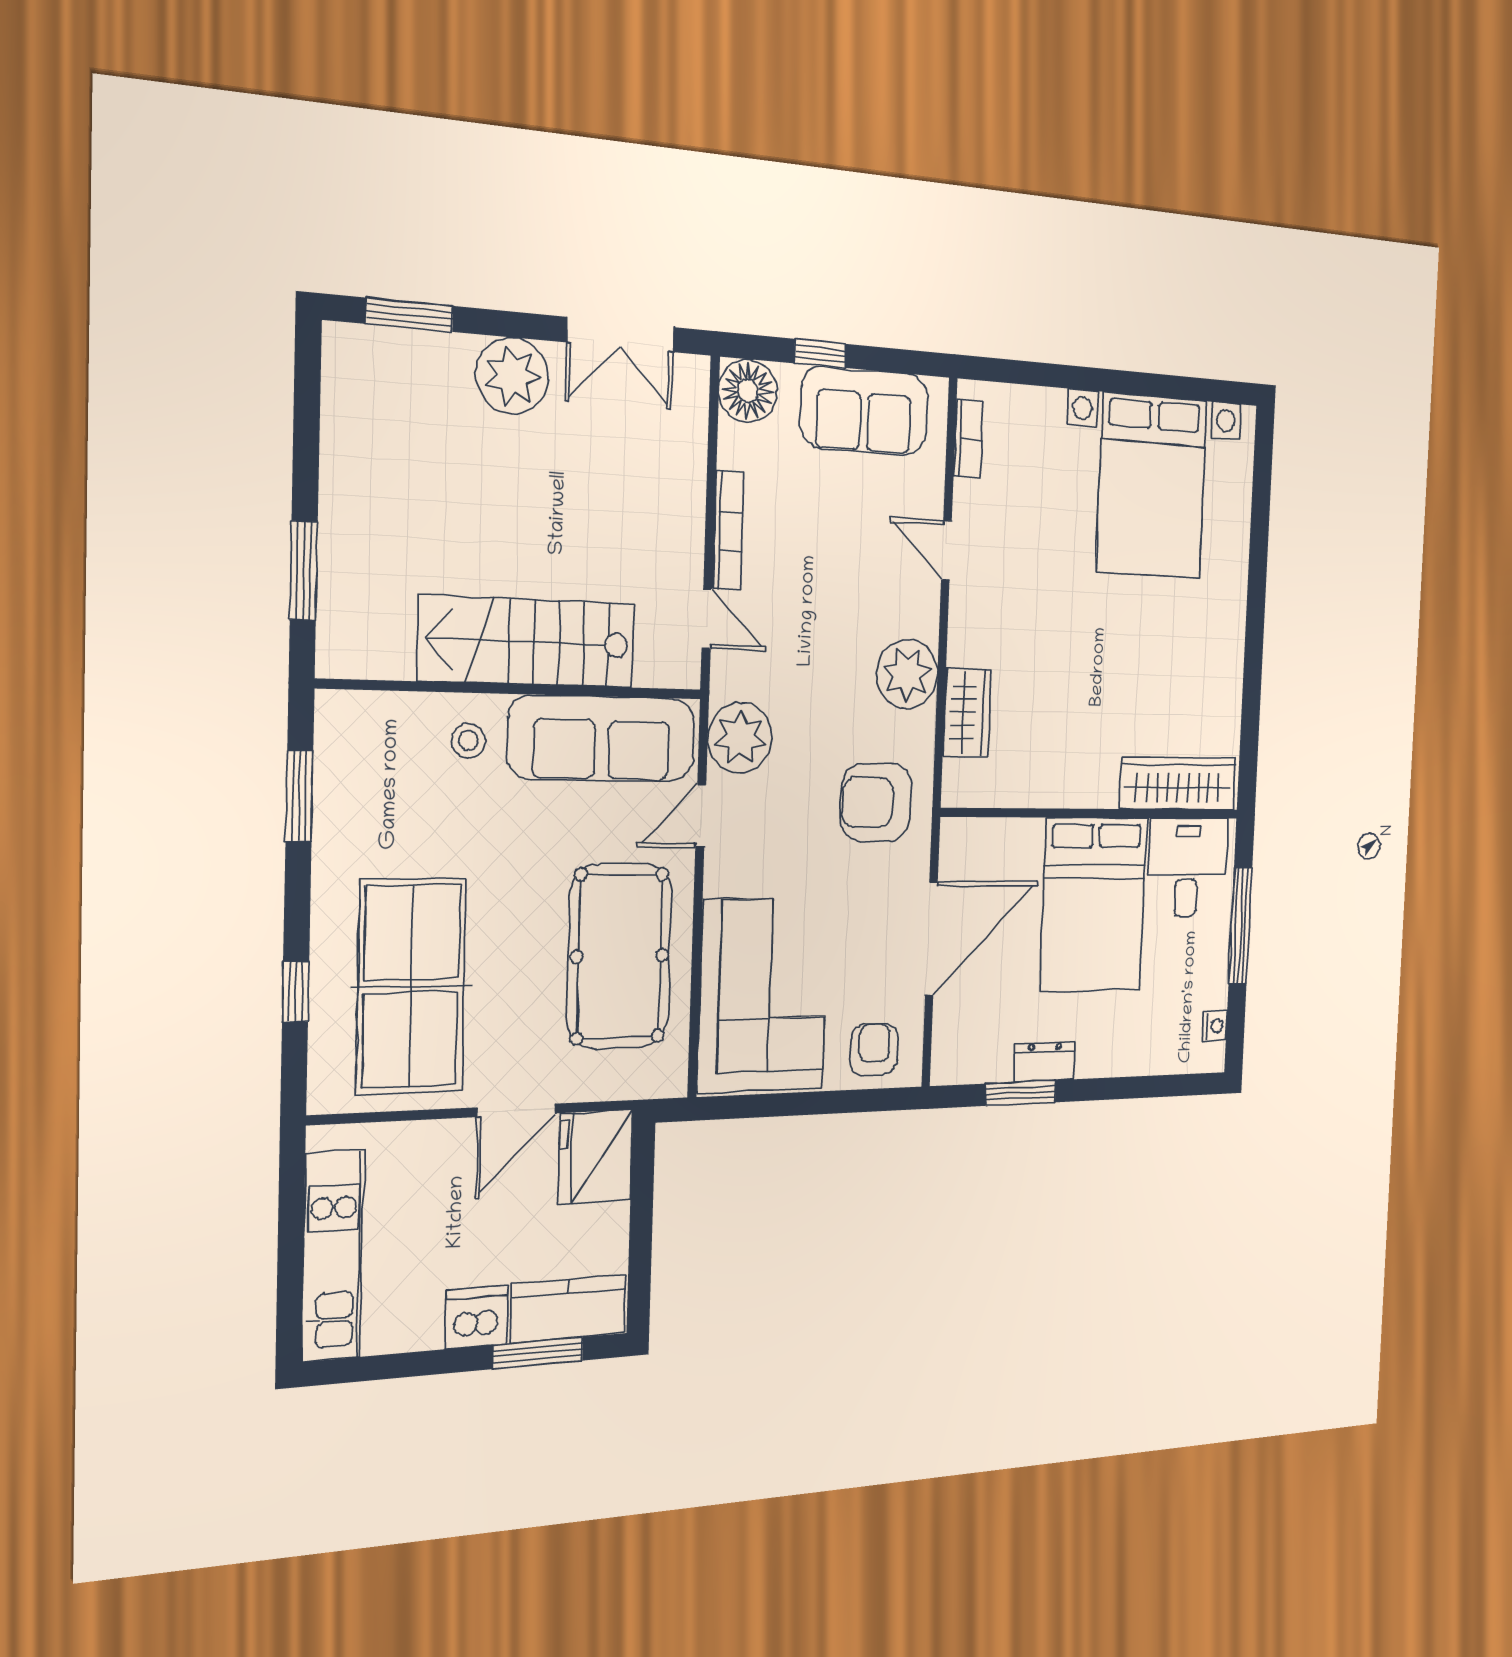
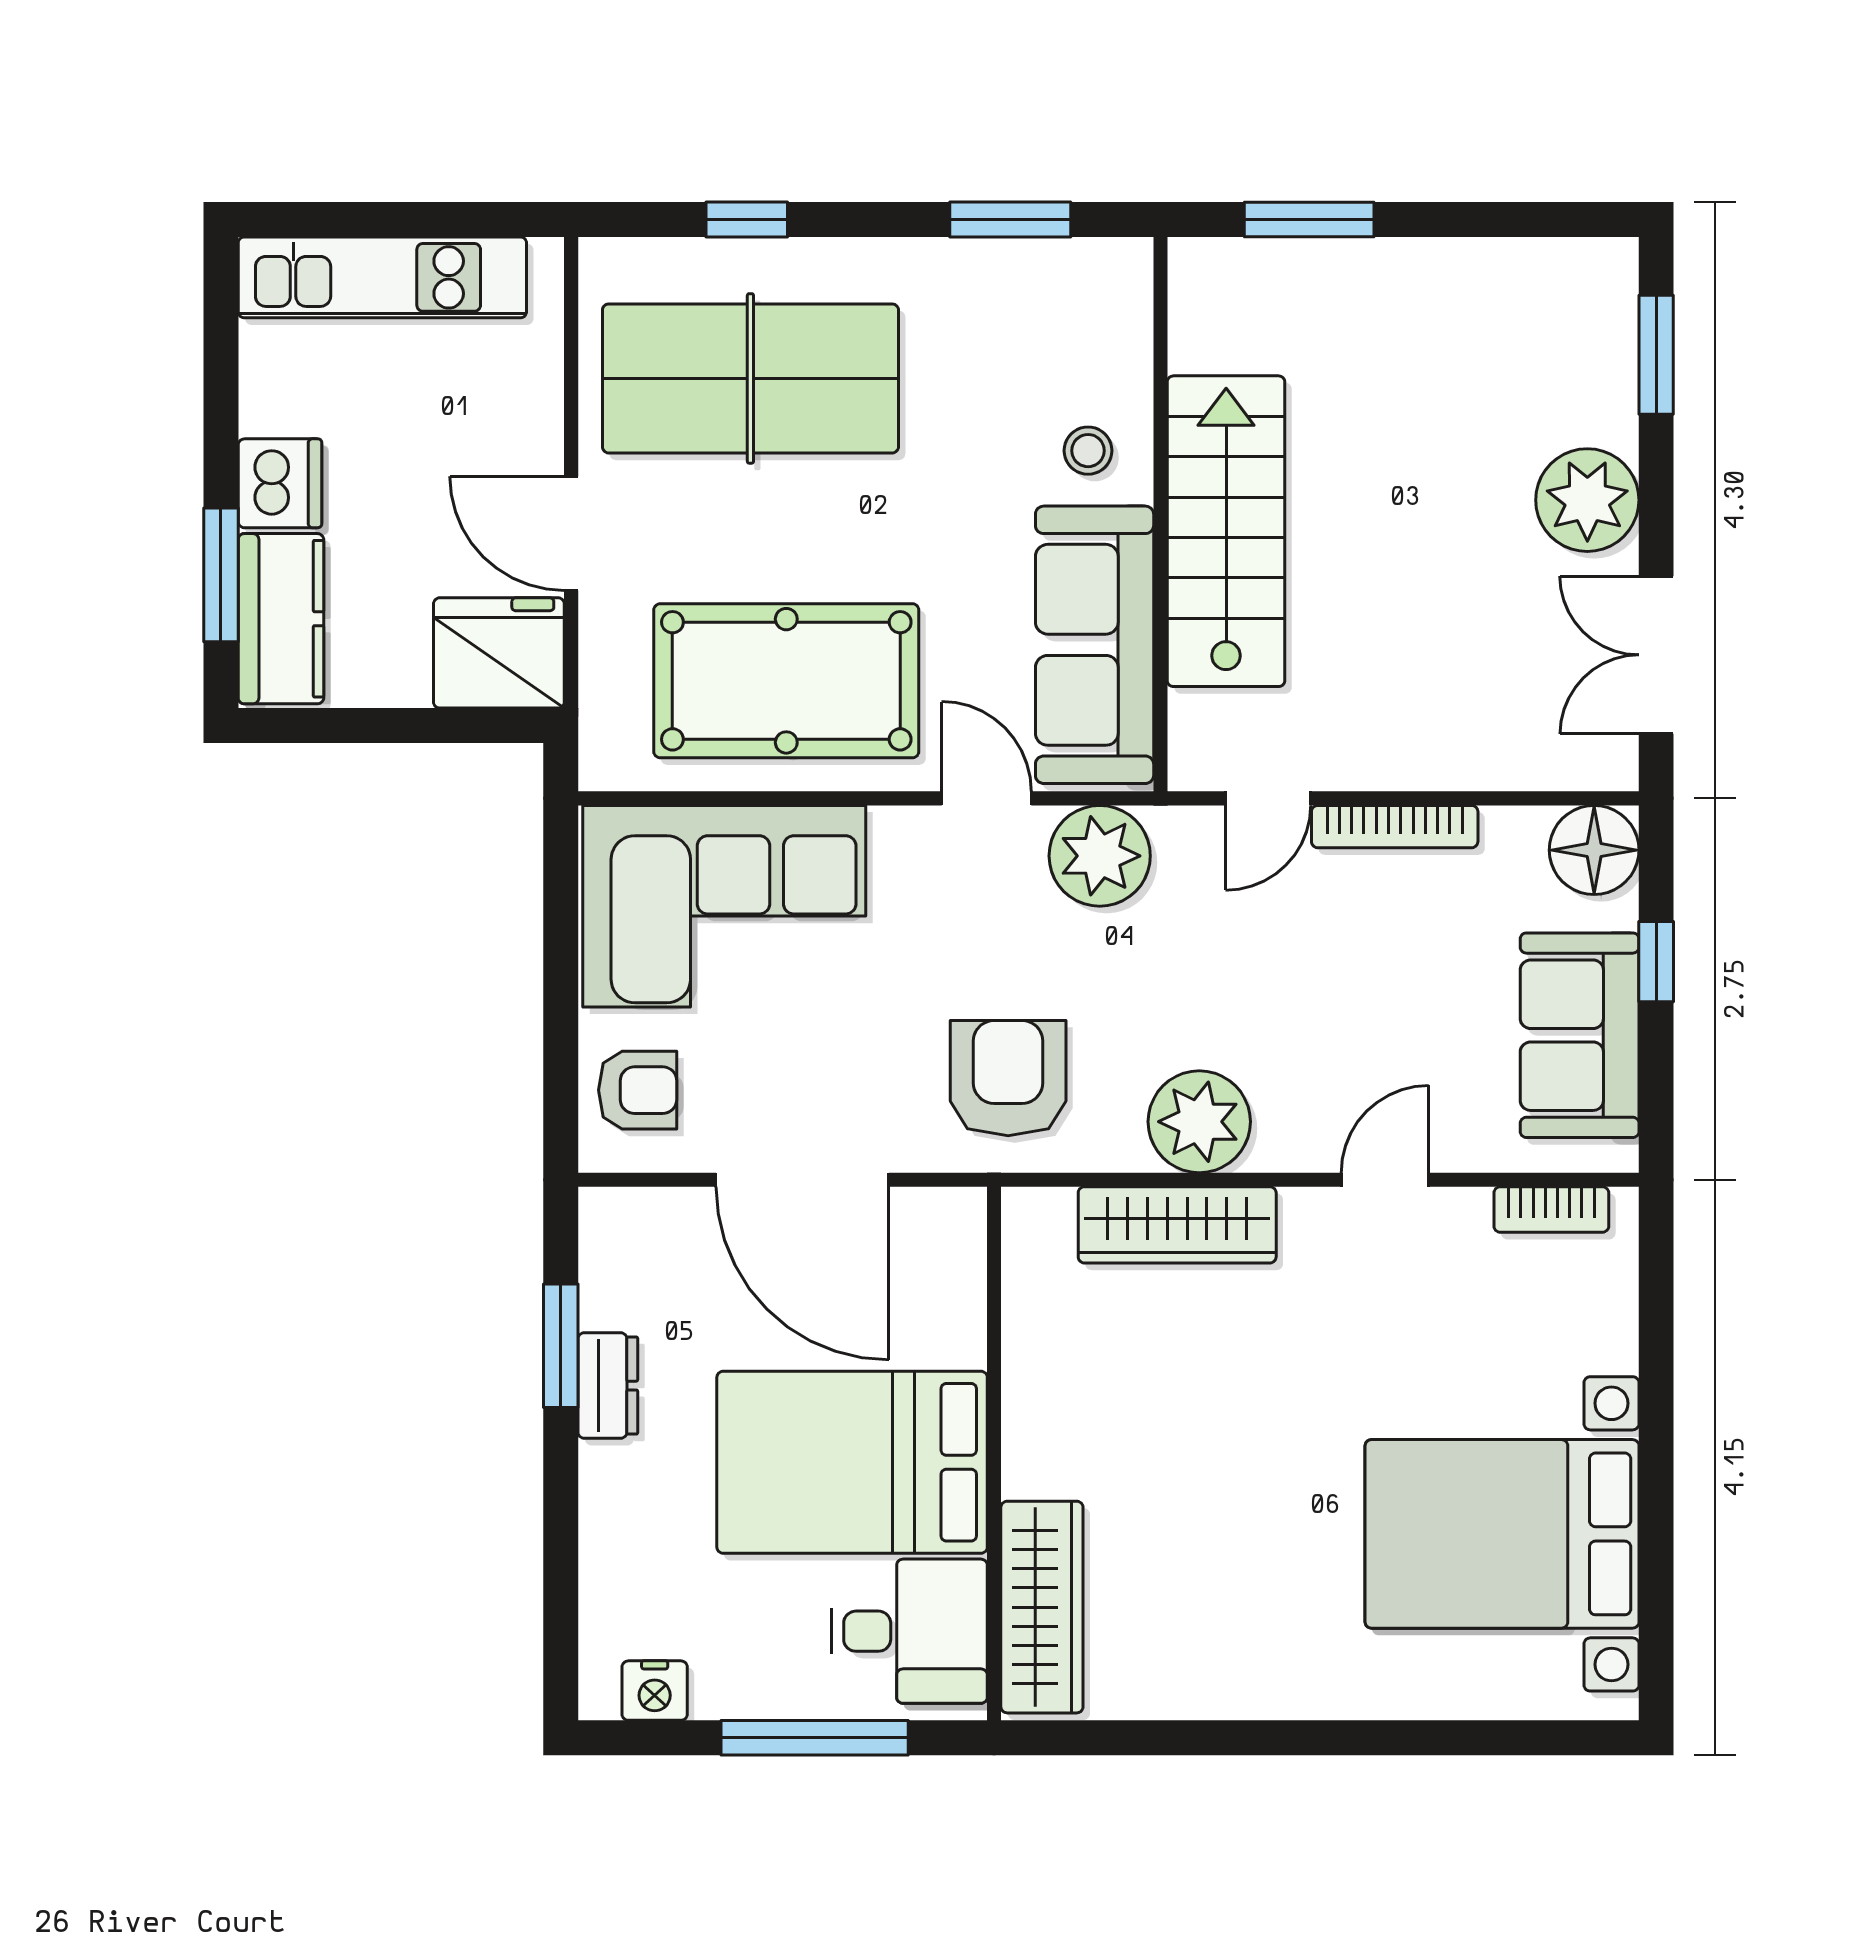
wardrobe: (967, 713) -> (1177, 1225), width x1.50
nightstand: (1215, 1026) -> (655, 1691), width x1.39, depth x1.35

